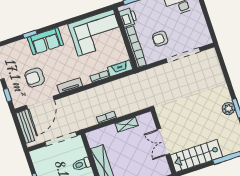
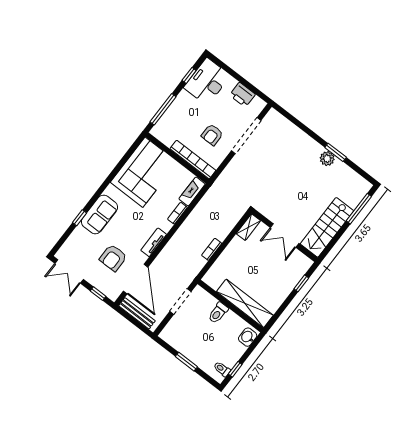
printer: (128, 17) -> (242, 95), moved, turned 180
shelving: (126, 125) -> (248, 227), moved
doorway: (61, 139) -> (180, 301), width x0.73

